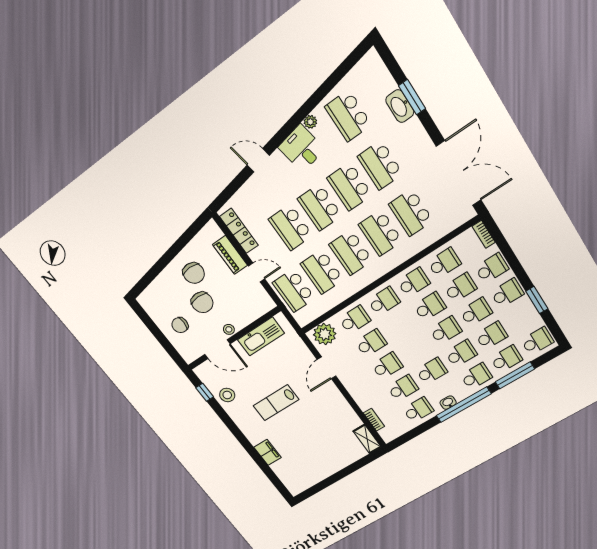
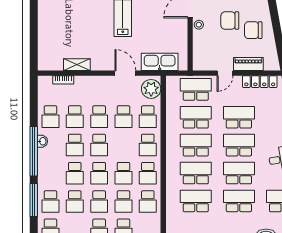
kitchen sink: (261, 336) -> (160, 62), moved, turned 90
school desk: (476, 376) -> (99, 145), moved
shelving: (367, 439) -> (77, 65), moved

